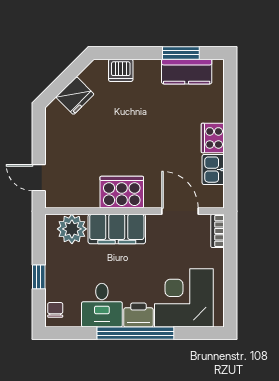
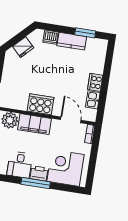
kitchen counter: (187, 72) -> (72, 41), moved
window: (135, 333) -> (36, 183), width x0.68

